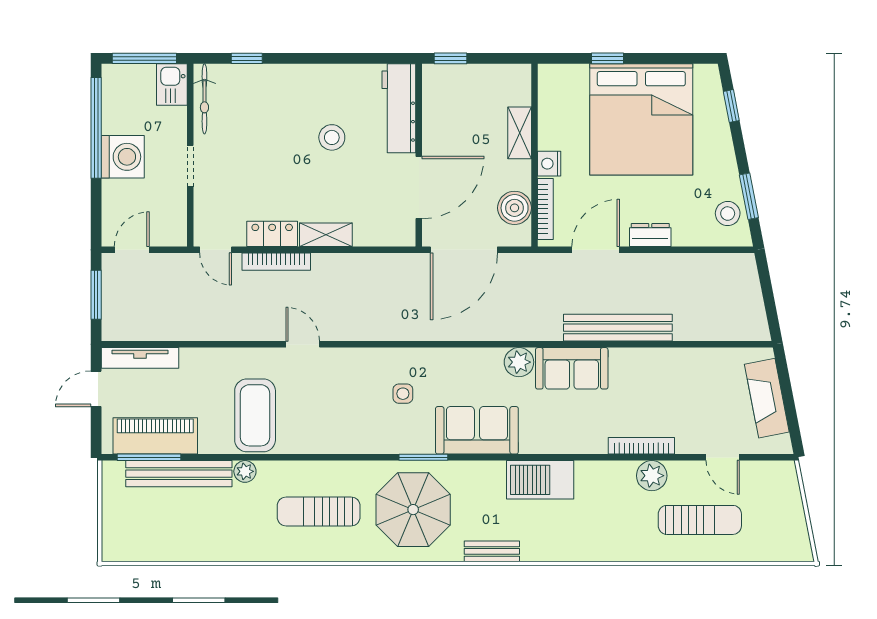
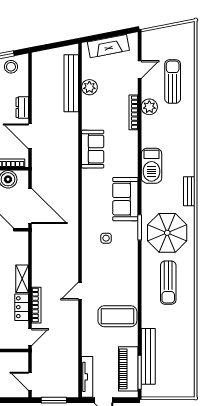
bench: (618, 328) -> (71, 83), moved
plant: (519, 362) -> (89, 87), moved
plant: (245, 471) -> (147, 322), removed

